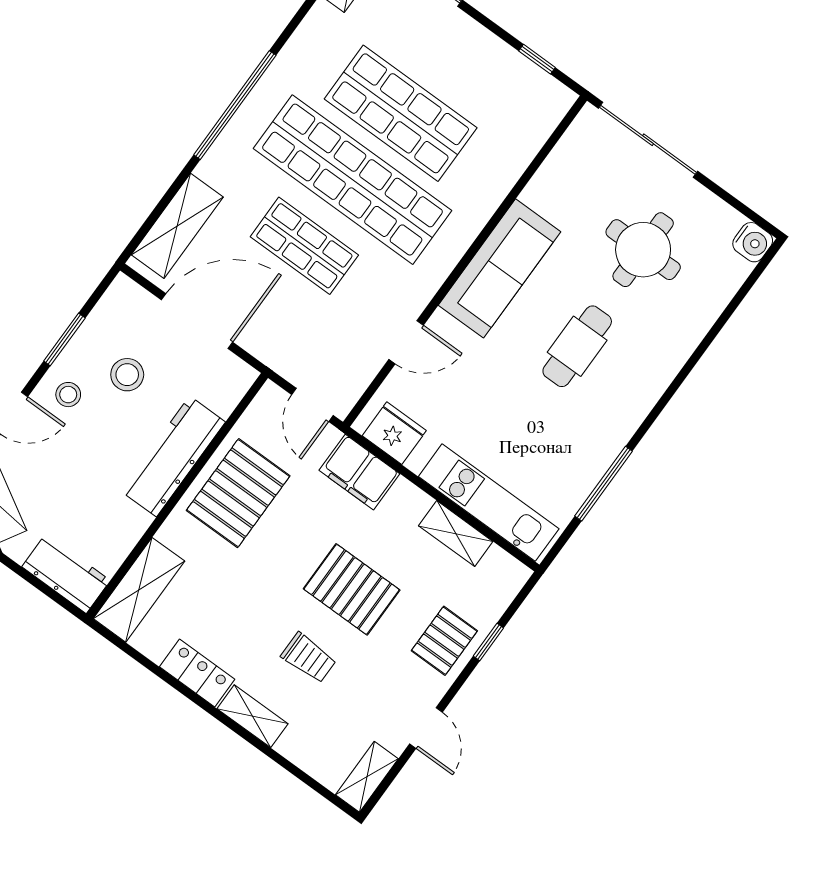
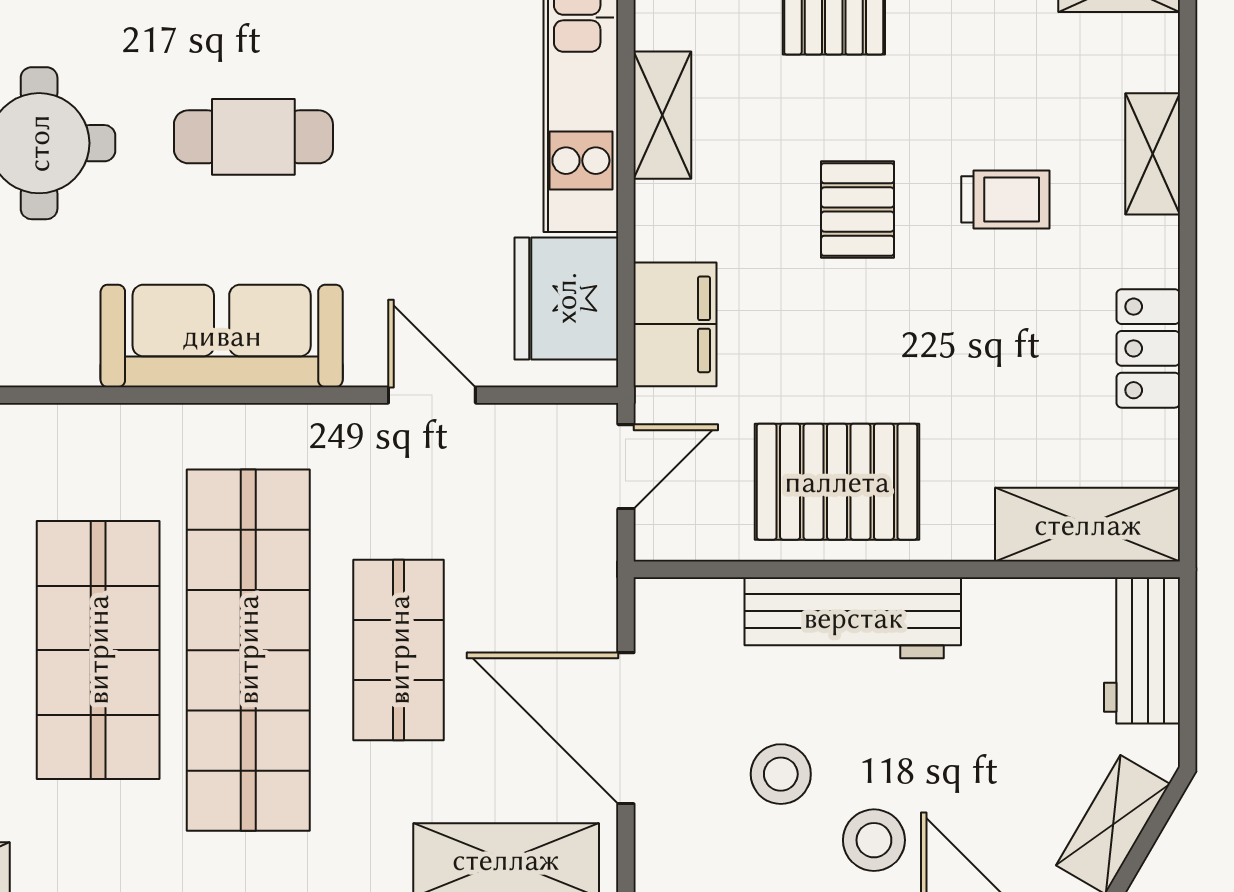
stool: (68, 395) -> (874, 840), width x1.37, depth x1.37
fridge: (394, 433) -> (566, 298), width x1.36, depth x1.34
pallet: (352, 589) -> (858, 209), width x0.67, depth x0.71
trolley: (309, 658) -> (1005, 199), turned 90
shelving: (252, 716) -> (1153, 154), moved

